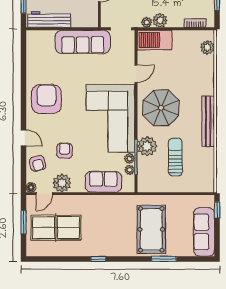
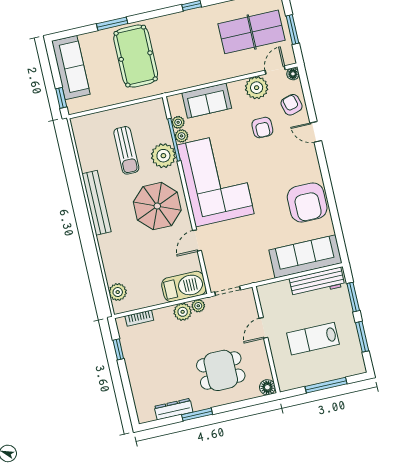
sofa: (83, 42) -> (305, 257), moved
armchair: (47, 99) -> (307, 202), moved

